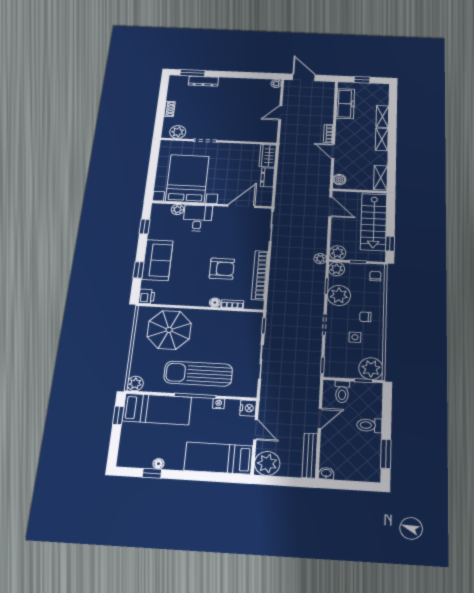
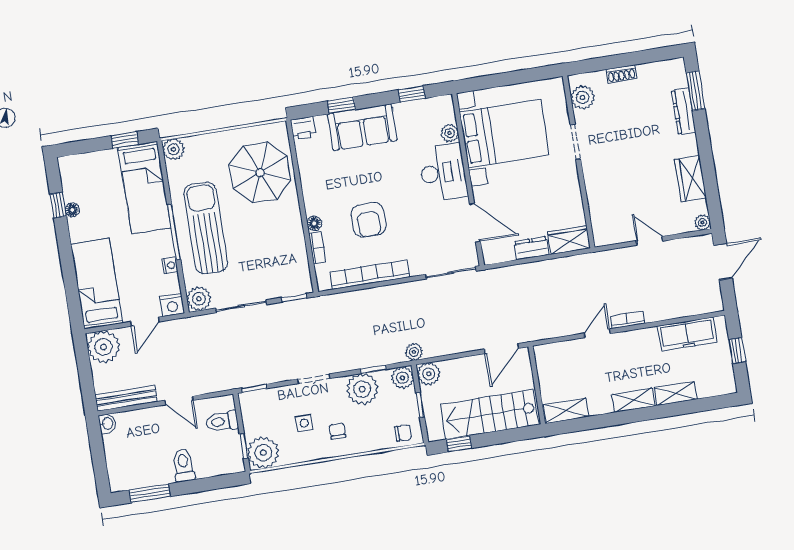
wardrobe: (247, 85) -> (691, 179), added
boiler: (339, 180) -> (550, 352), removed
desk: (197, 218) -> (443, 172), width x1.37
plant: (248, 389) -> (199, 299), added

